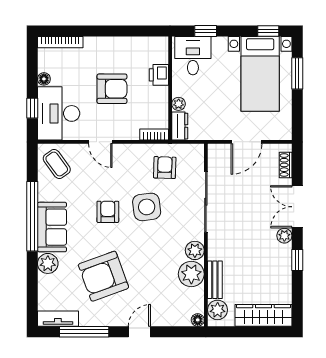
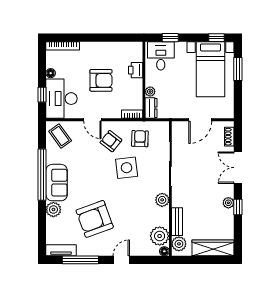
armchair: (108, 212) -> (111, 141), moved, turned -52
plant: (284, 236) -> (228, 203), moved
plant: (191, 274) -> (160, 236), moved

